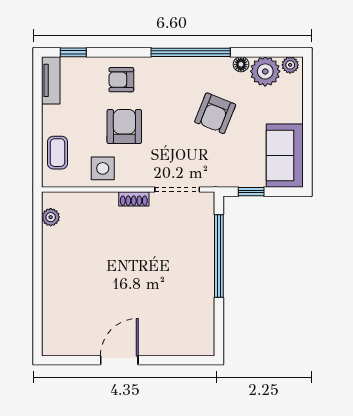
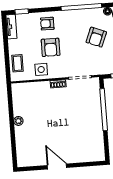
armchair: (124, 126) -> (51, 47), turned 180
plant: (51, 217) -> (18, 121), moved
door: (119, 360) -> (57, 166), hinge flipped

